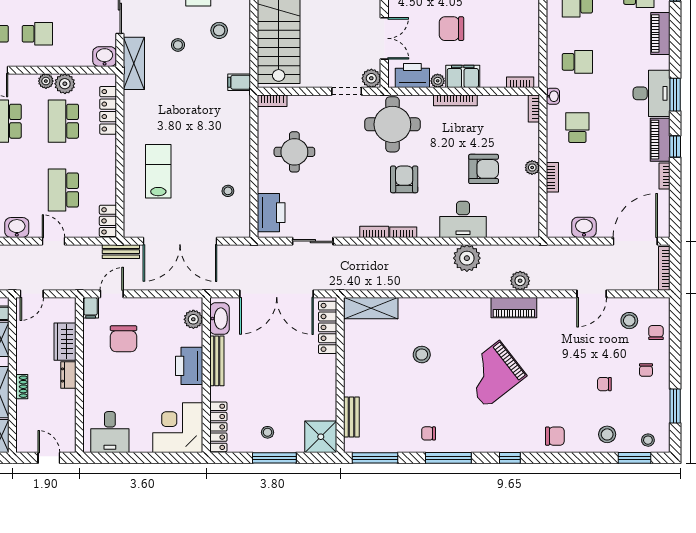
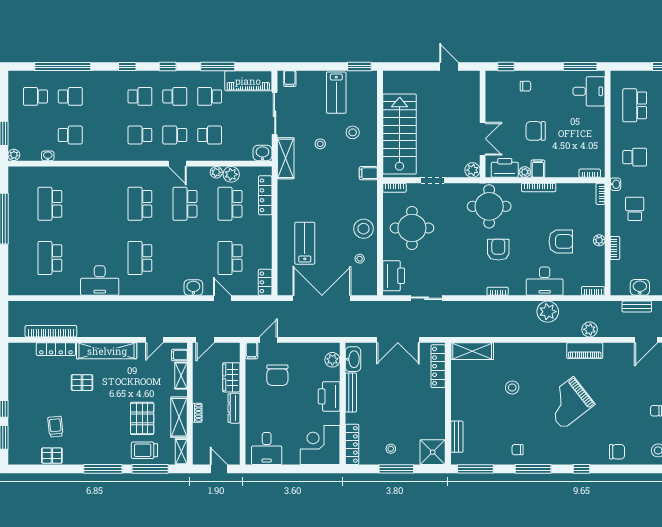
filing cabinet: (463, 76) -> (538, 169), width x0.50
doorway: (347, 91) -> (432, 180), moved
round table: (294, 152) -> (412, 228), width x1.36, depth x1.36
stool: (233, 153) -> (364, 229), added
bookcase: (374, 232) -> (593, 291), moved
double door: (180, 241) -> (322, 298), swing flipped
bench: (121, 252) -> (637, 307), moved
double door: (277, 294) -> (398, 340), width x0.73
dresser: (68, 375) -> (234, 408), width x1.44

